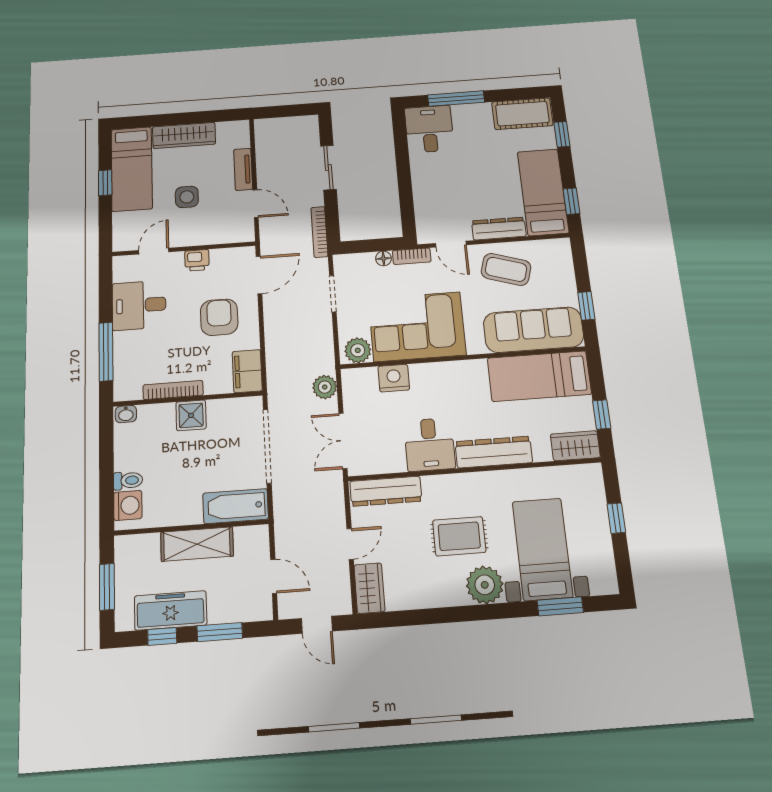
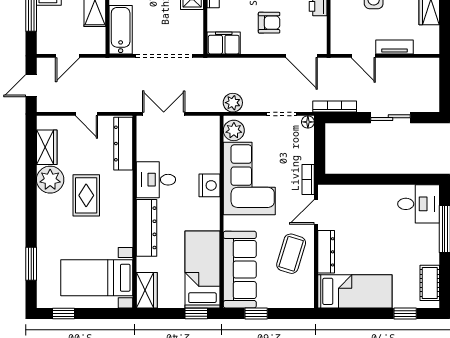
cot: (522, 114) -> (430, 283), width x0.73, depth x0.75
window: (571, 201) -> (345, 313), removed
door: (256, 204) -> (363, 56), hinge flipped
floor lamp: (383, 258) -> (308, 122), moved
armchair: (219, 317) -> (269, 23), width x0.72, depth x0.72
nightstand: (394, 378) -> (209, 185), moved
plant: (325, 387) -> (233, 103), moved
window: (602, 415) -> (196, 313), moved
window: (616, 518) -> (63, 313), moved
bed with nightstands: (542, 549) -> (97, 278), moved, turned 180
plant: (485, 585) -> (50, 180), moved
wardrobe: (369, 588) -> (47, 147), moved, turned -90

